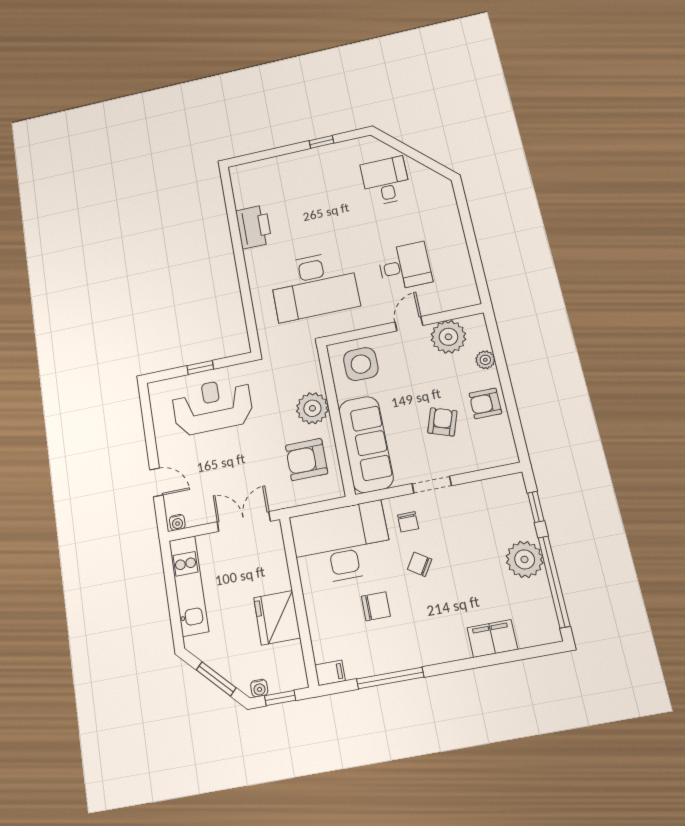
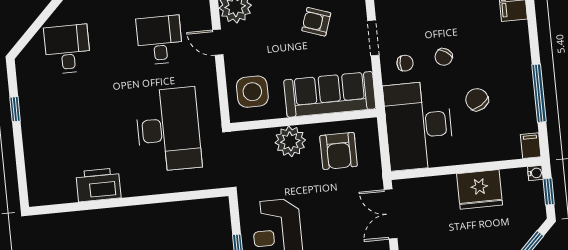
desk: (386, 181) -> (67, 49), turned 90
chair: (376, 606) -> (477, 100), turned -32
water cooler: (259, 688) -> (535, 173), moved

